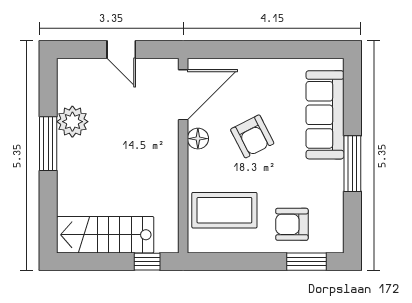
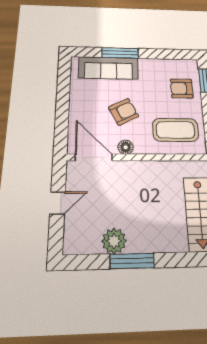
window: (352, 164) -> (120, 53), moved
coffee table: (224, 210) -> (175, 130), turned 90
armchair: (292, 224) -> (182, 88), turned 90

